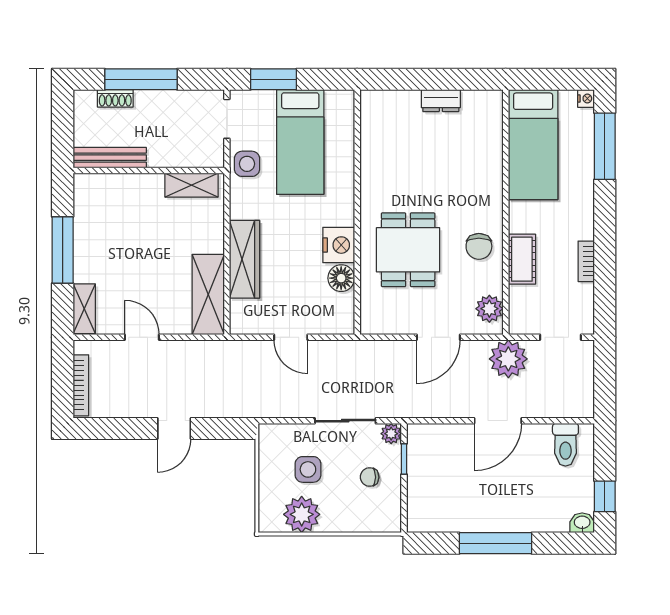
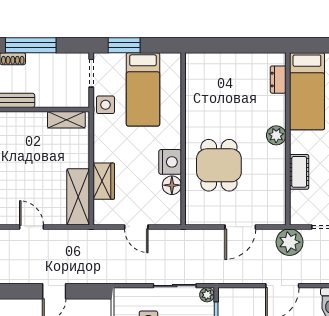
dresser: (441, 101) -> (278, 80), moved, turned 90
chair: (479, 246) -> (269, 163), removed
wardrobe: (244, 259) -> (104, 181), width x0.67
plant: (489, 309) -> (276, 135), moved

